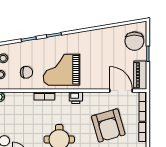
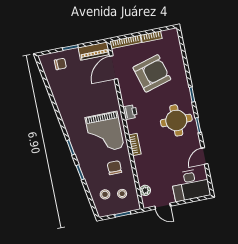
chair: (134, 41) -> (60, 64), width x0.54, depth x0.54

